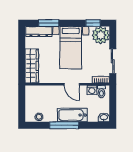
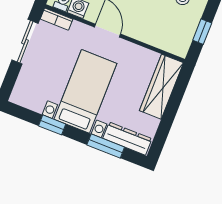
window: (93, 23) -> (52, 125), moved
plant: (101, 35) -> (28, 92), removed
window: (22, 103) -> (202, 32), added

